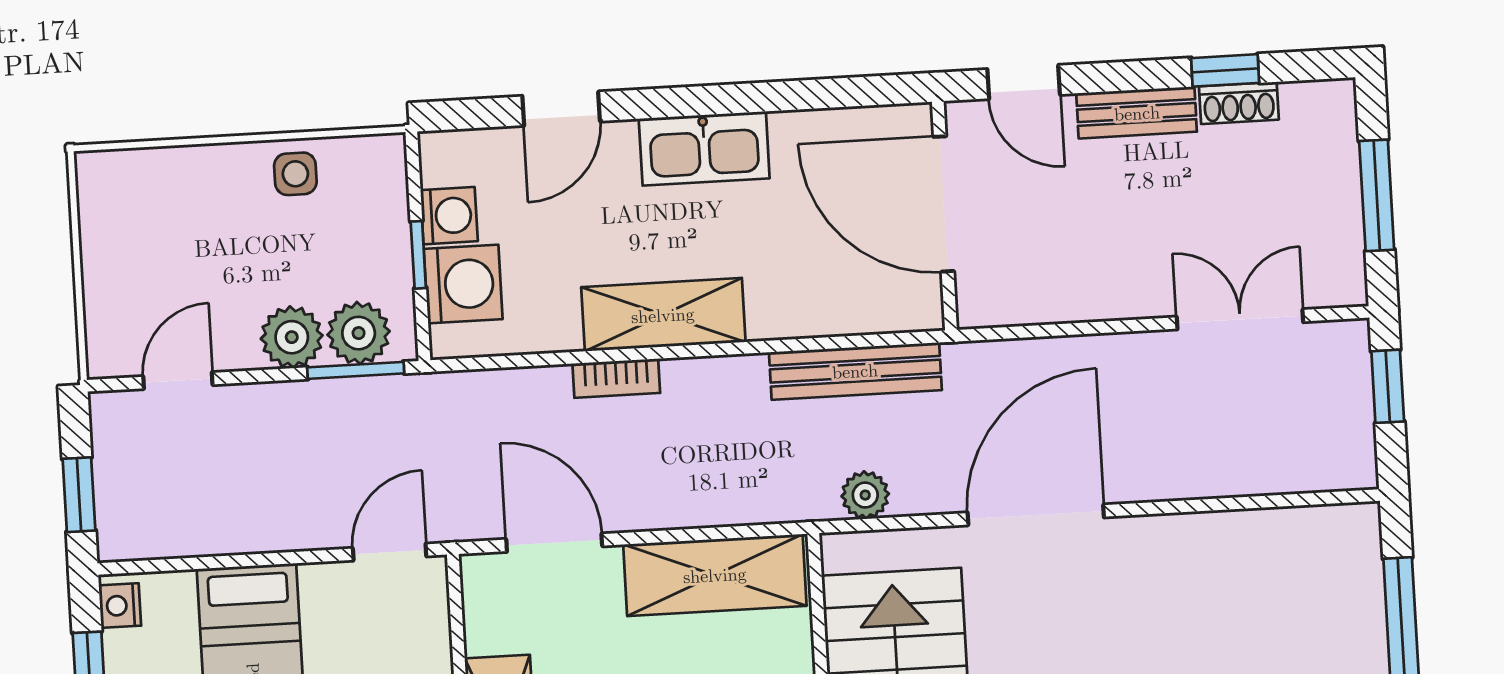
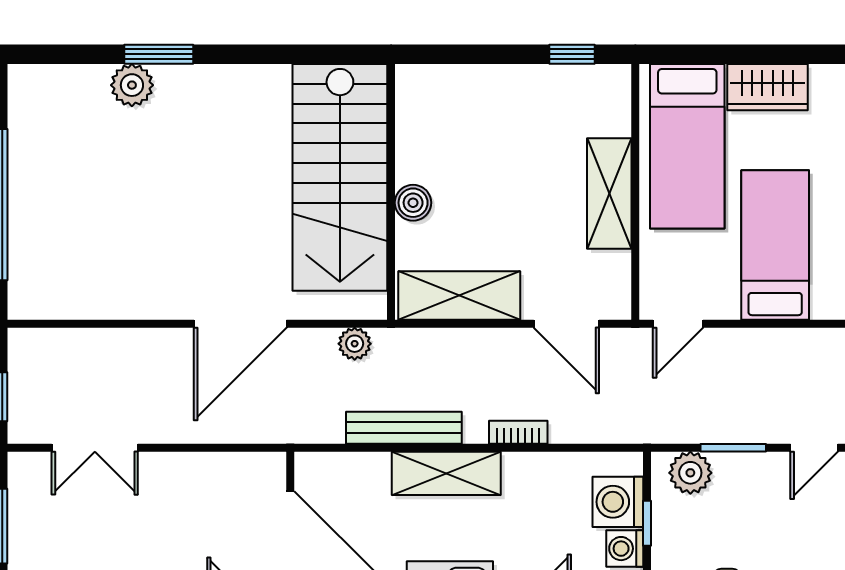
shelving: (663, 315) -> (446, 473), moved
plant: (292, 337) -> (736, 473), removed
window: (356, 370) -> (733, 448), moved
bench: (855, 371) -> (404, 428), moved

